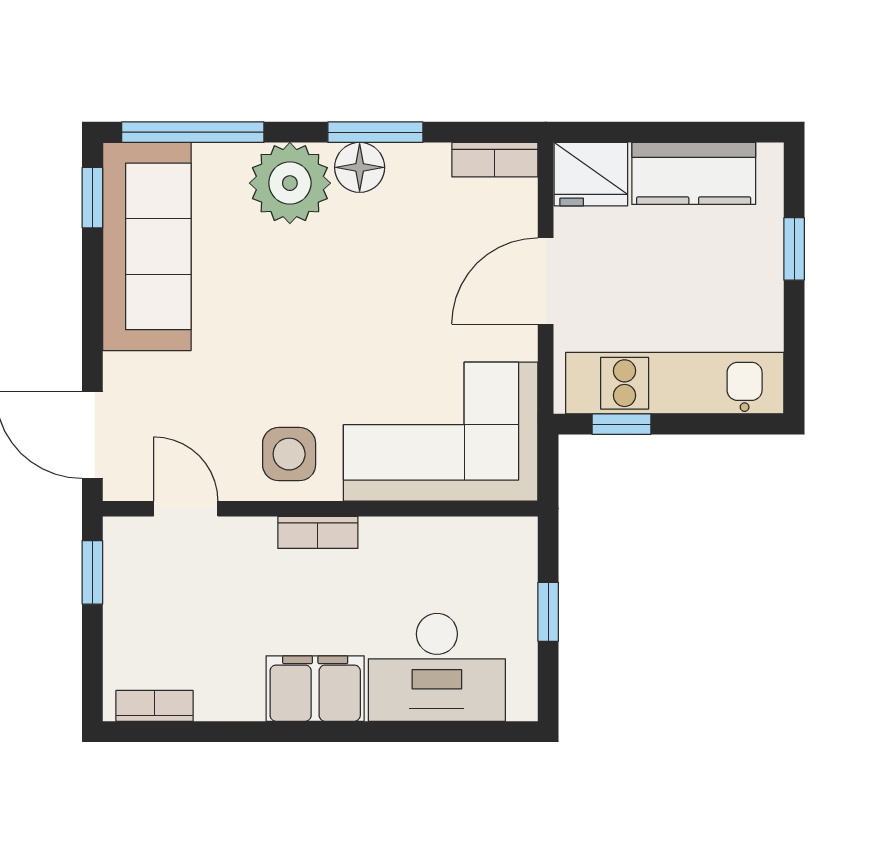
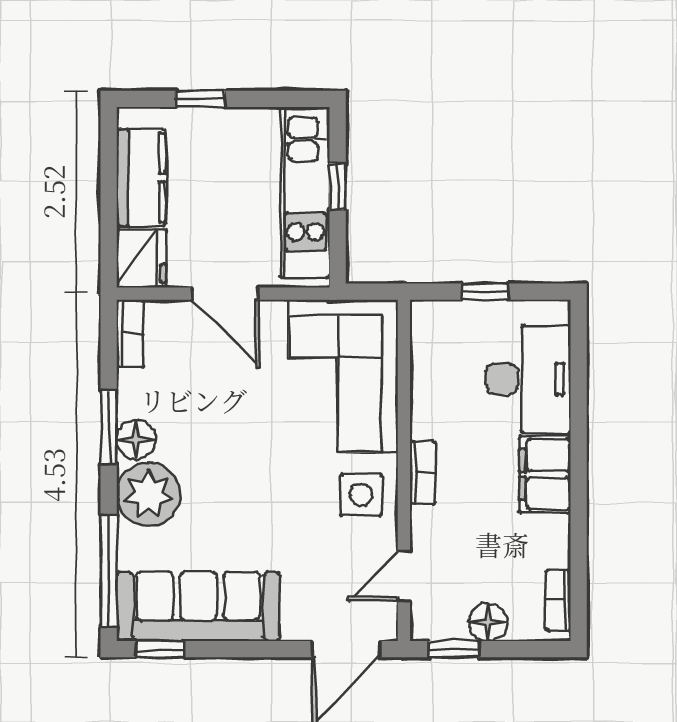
window: (622, 424) -> (338, 187), moved
floor lamp: (127, 616) -> (488, 622), added

